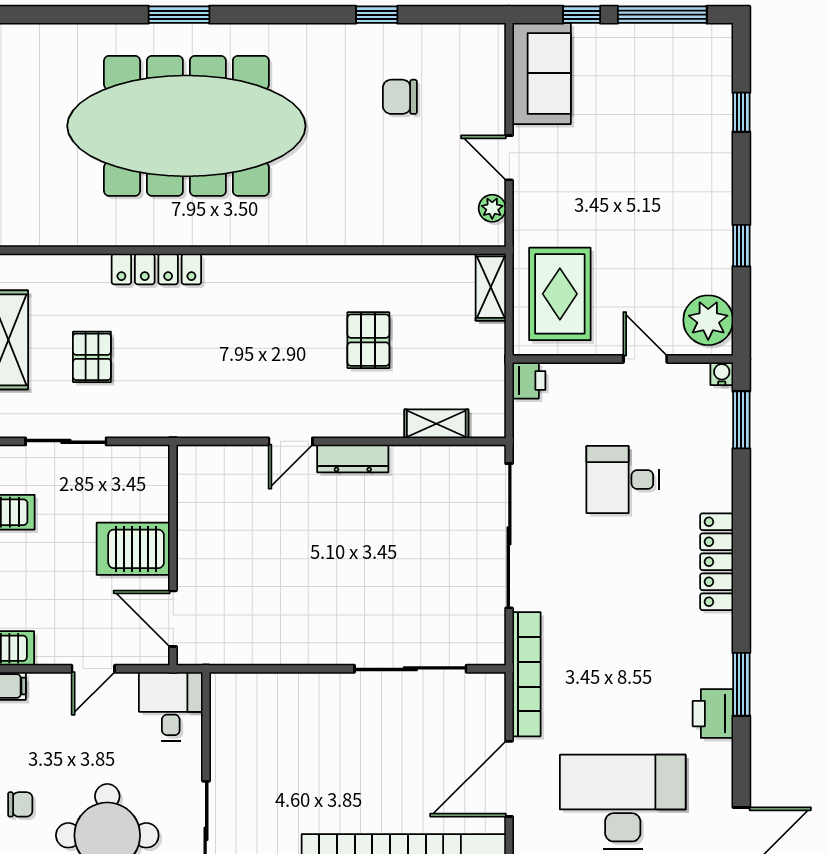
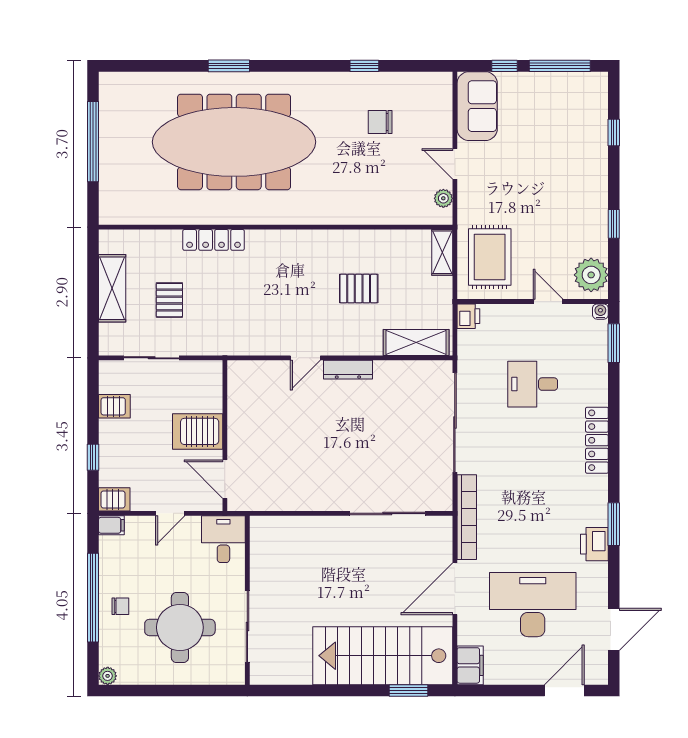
pallet: (368, 340) -> (359, 289), turned 90
shelving: (436, 424) -> (416, 343), width x1.50, depth x1.33

